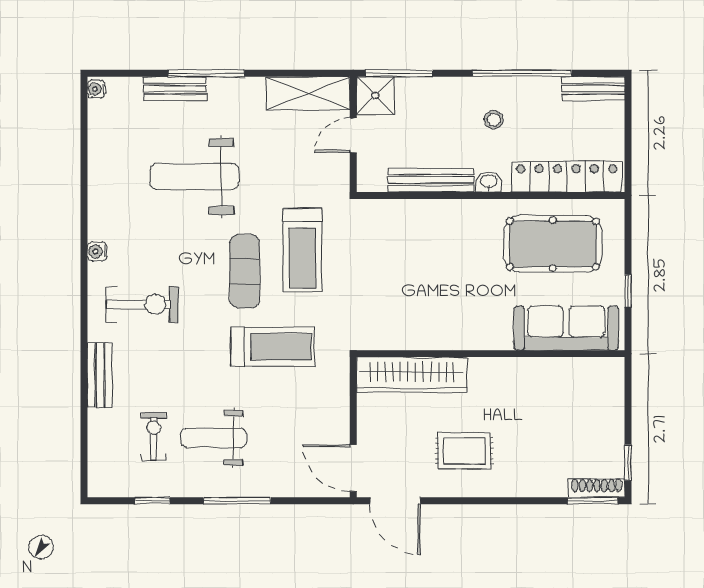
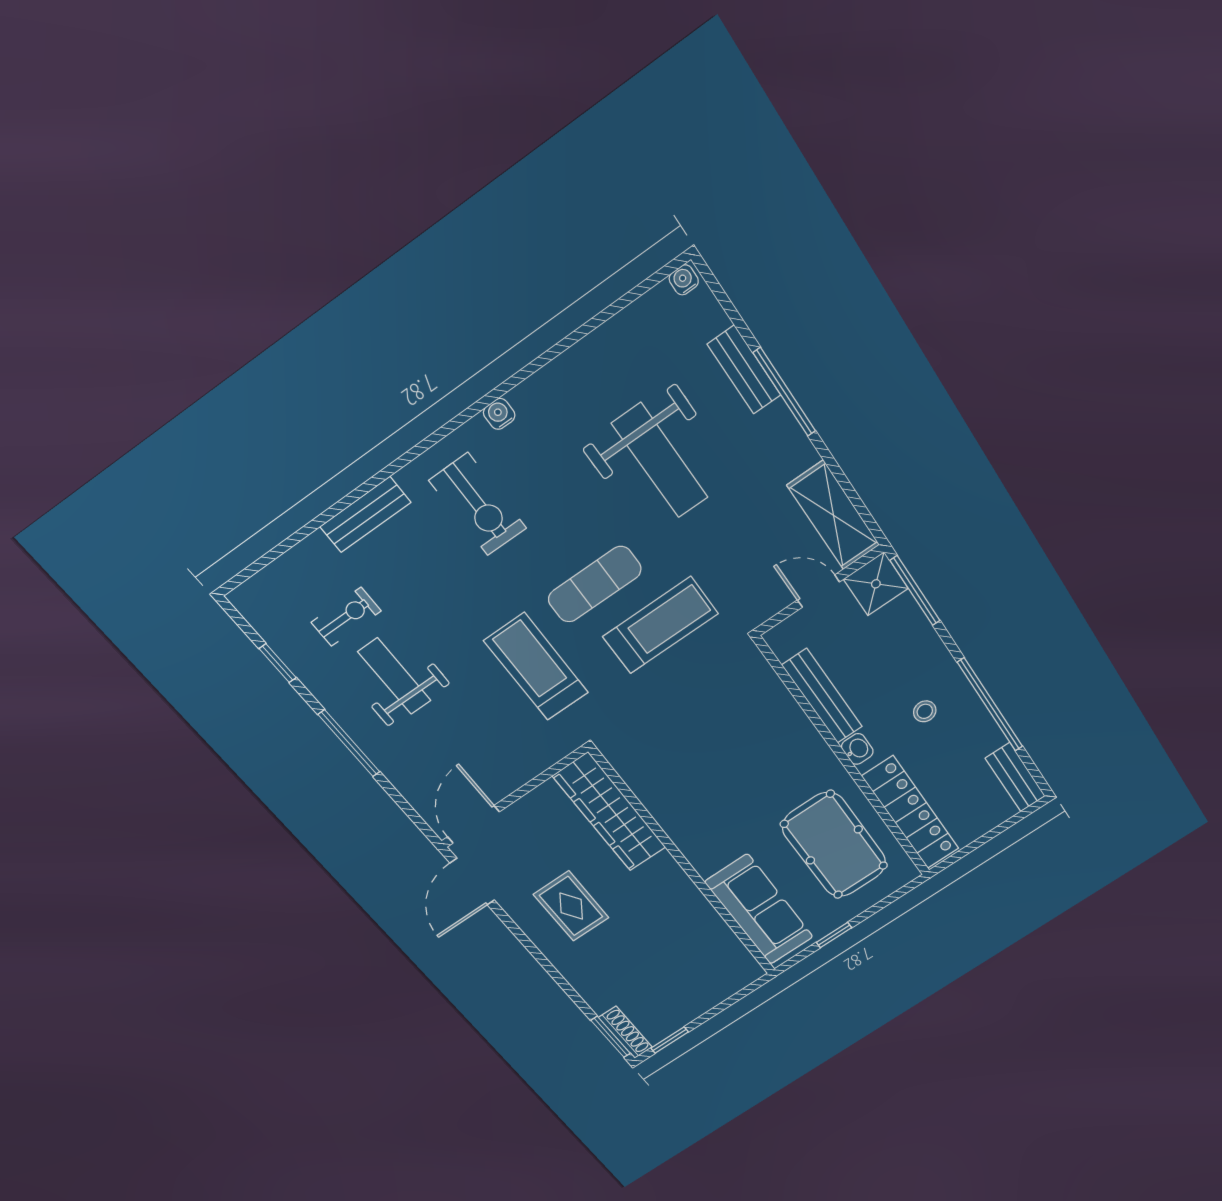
weight bench: (195, 177) -> (660, 461), turned 180
treadmill: (303, 250) -> (660, 625), turned 180
treadmill: (273, 347) -> (536, 667), turned 180

